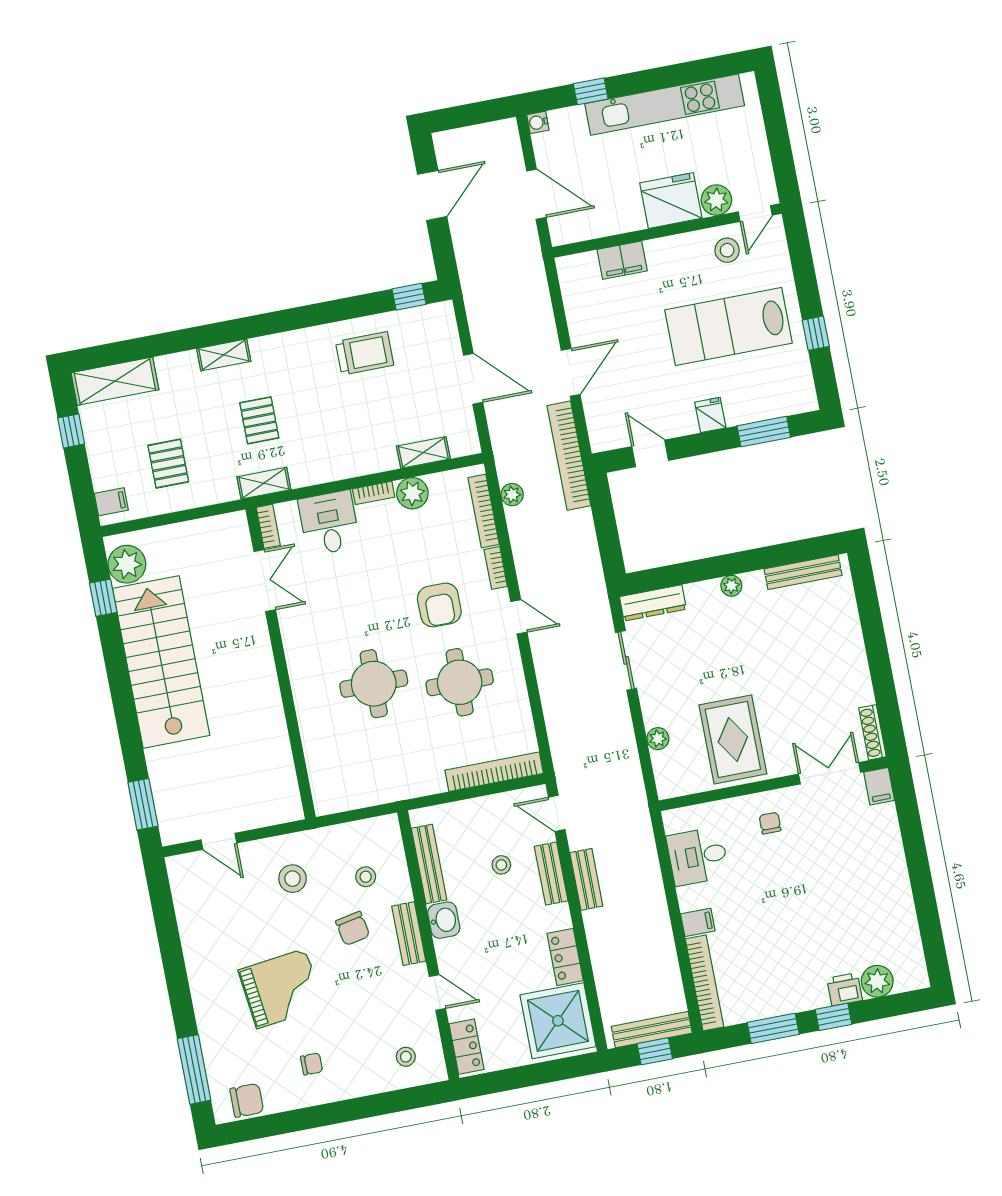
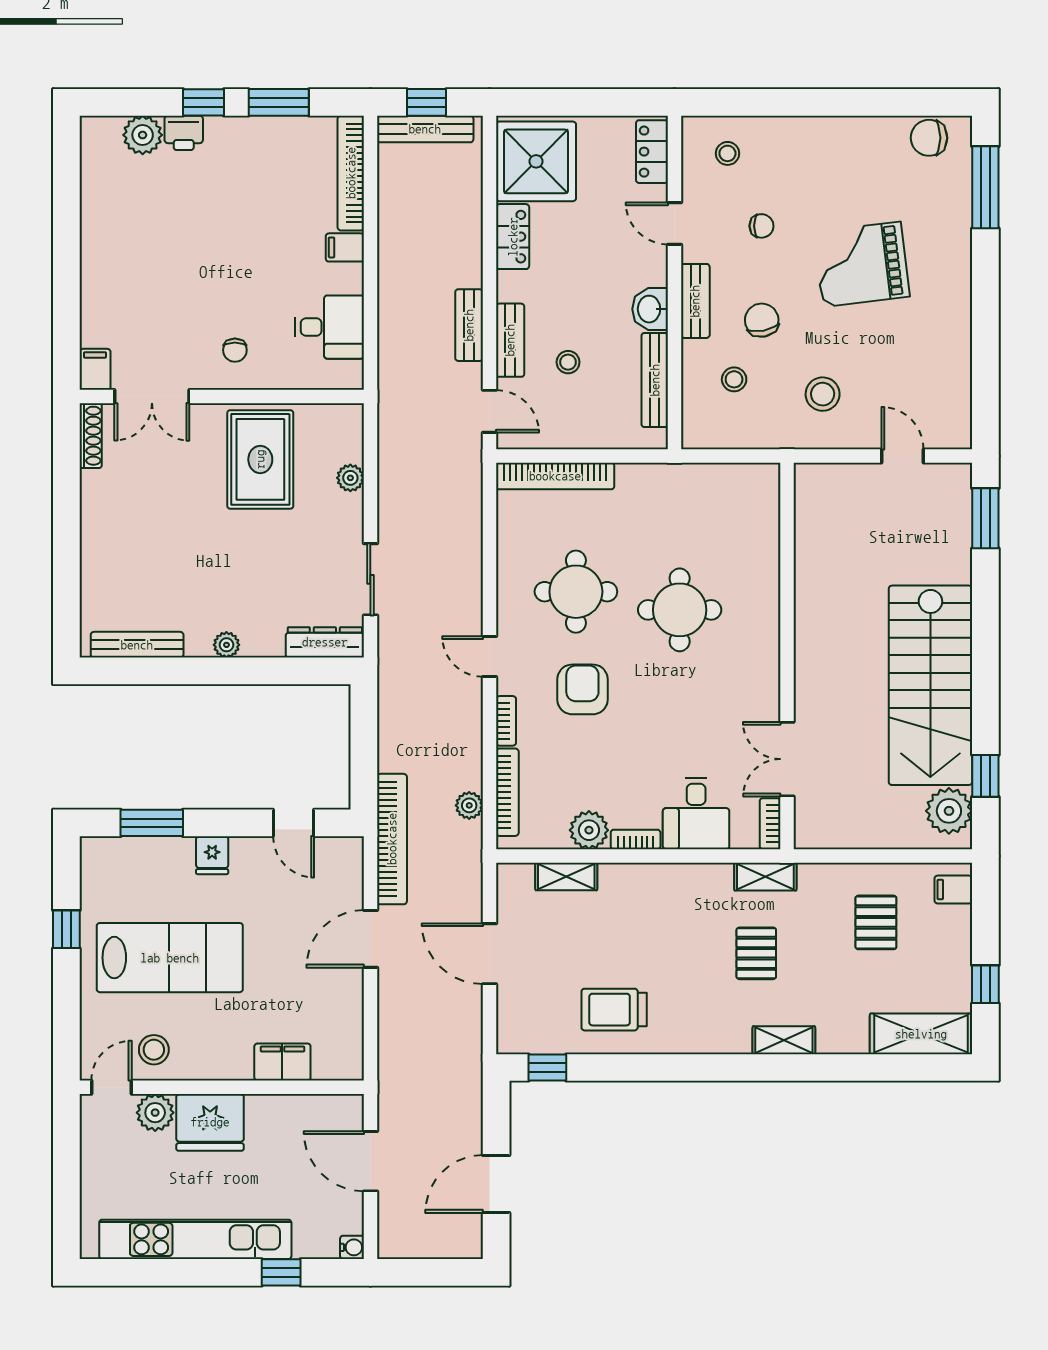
chair: (312, 1064) -> (762, 226), moved, turned 180

